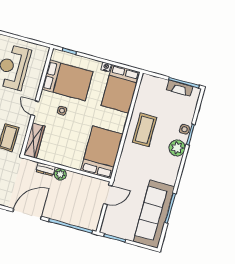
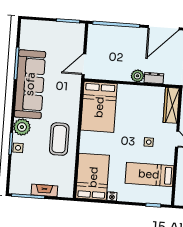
bed: (67, 80) -> (149, 174), width x0.67
fireplace: (180, 88) -> (44, 190), moved
sofa: (154, 214) -> (30, 84), moved

